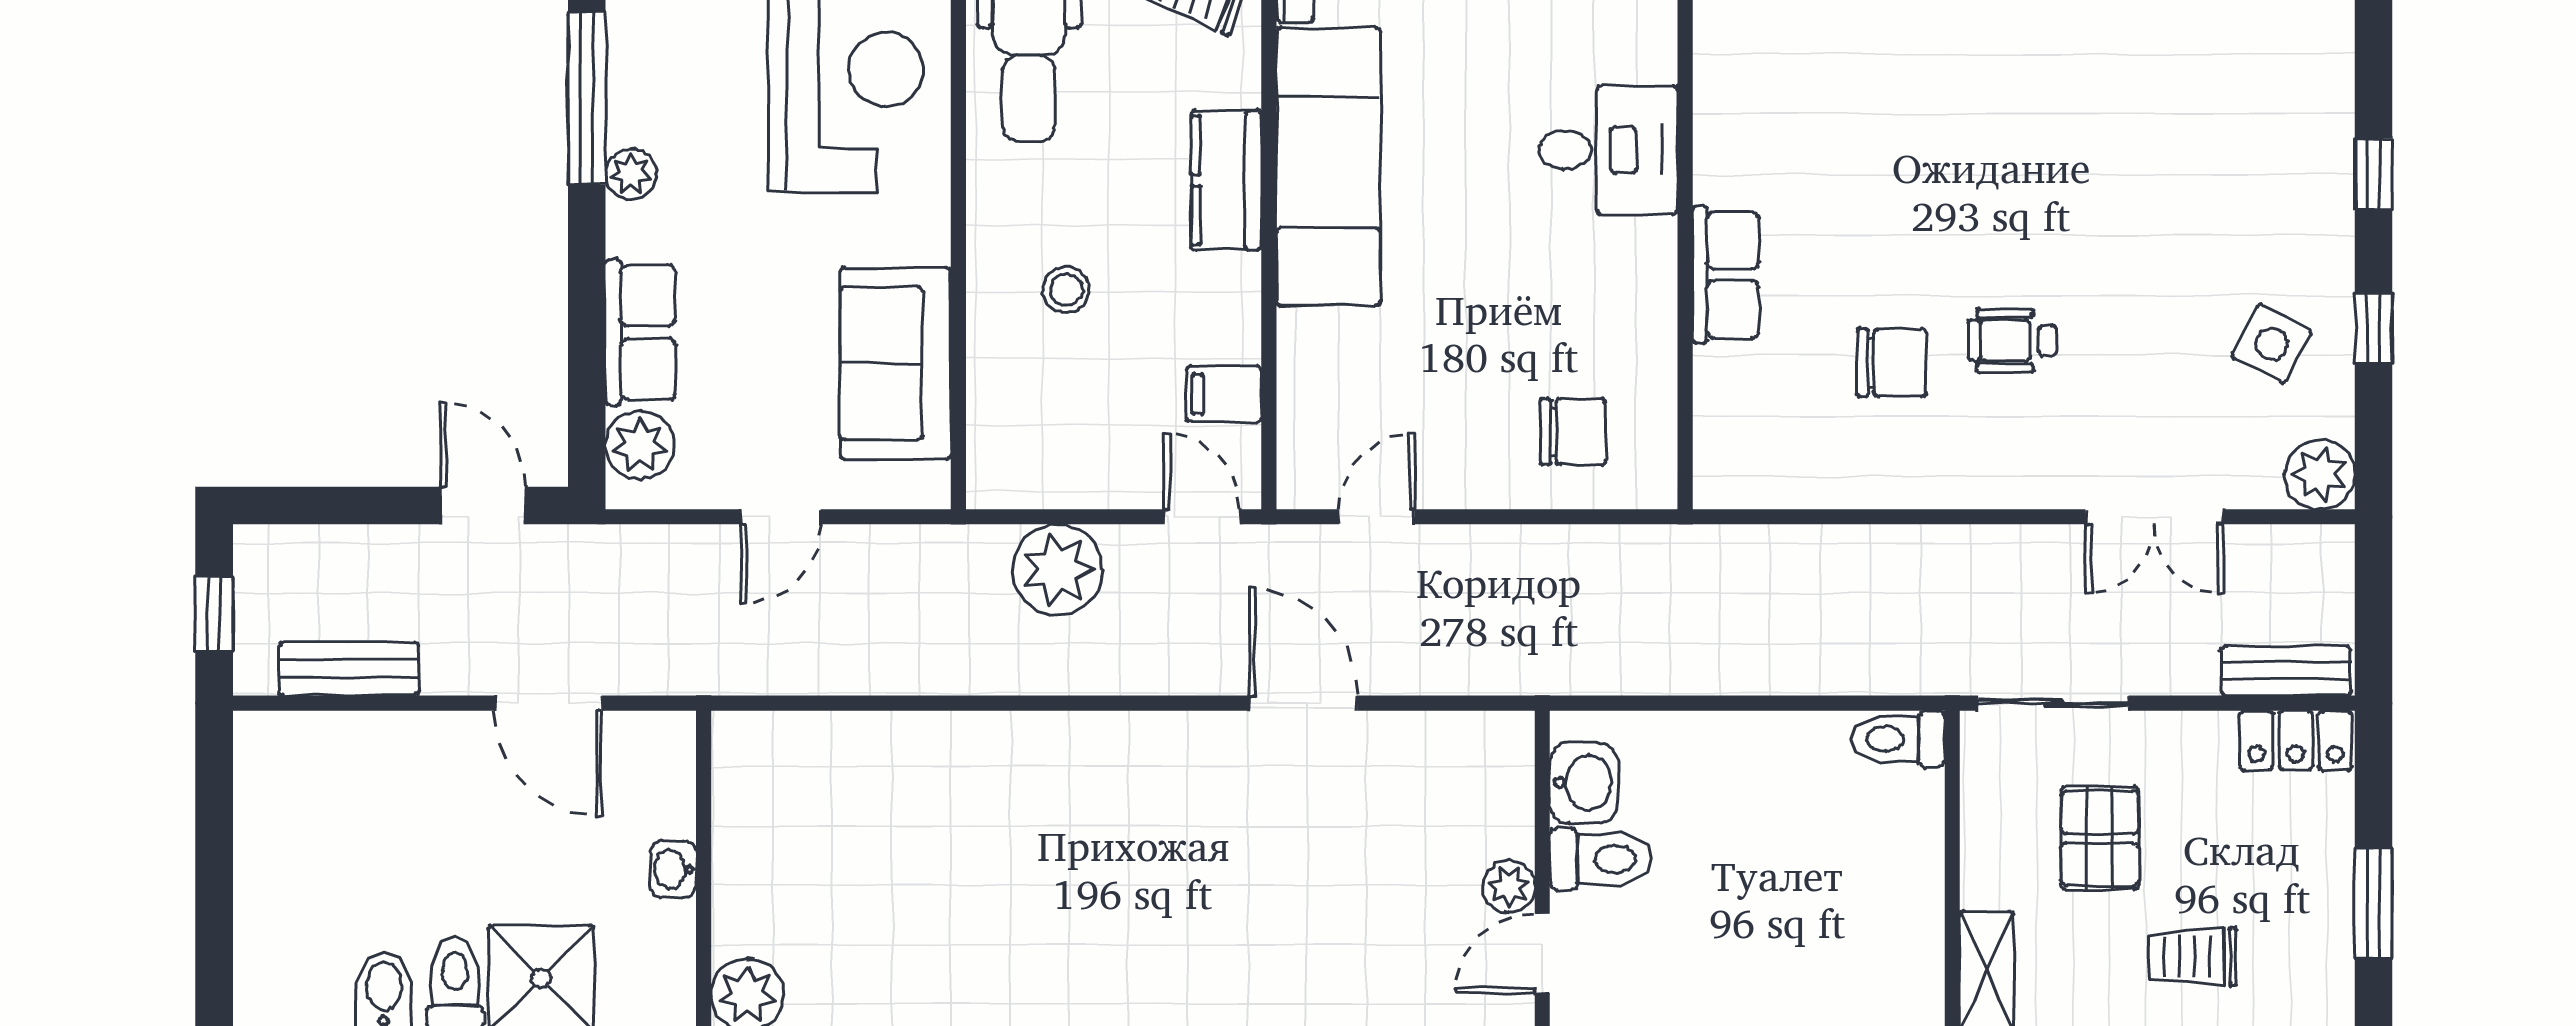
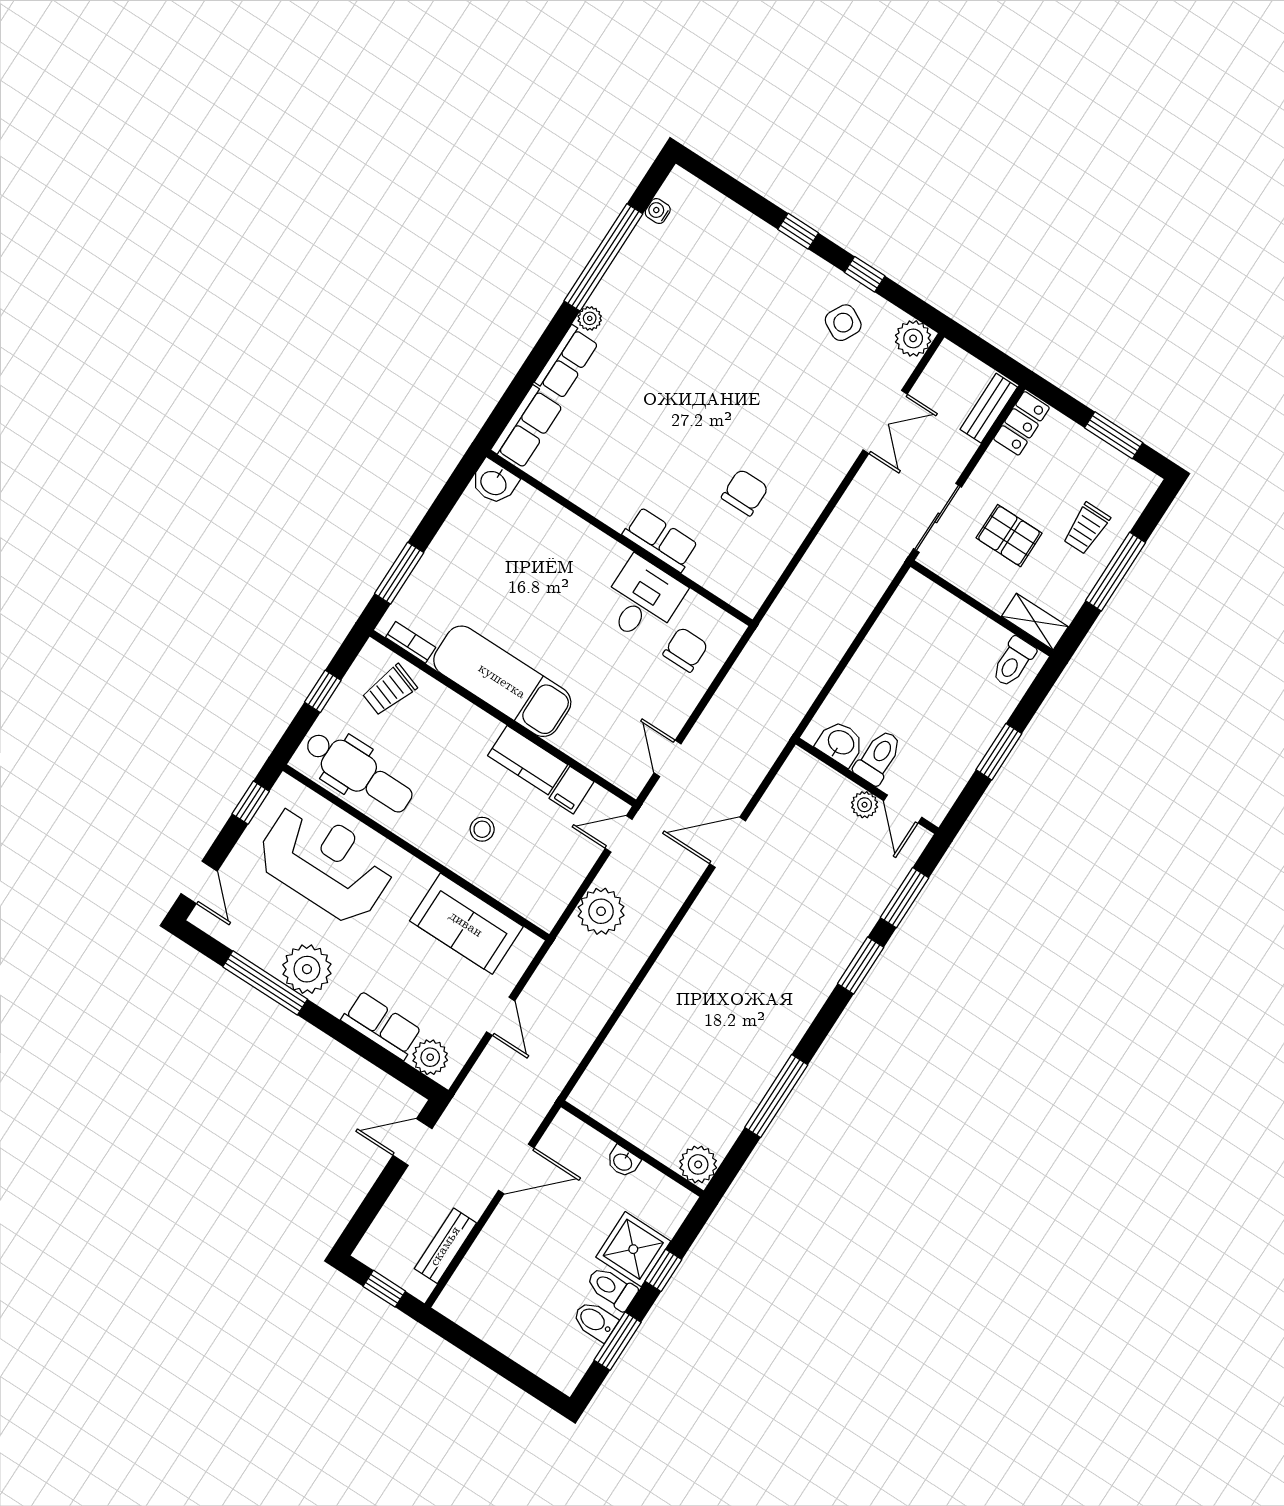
desk: (1608, 150) -> (642, 600), moved
plant: (631, 174) -> (307, 969), width x1.88, depth x1.88
kitchen counter: (1226, 180) -> (528, 760), moved
wheelchair: (2012, 340) -> (769, 434), removed
toilet: (1898, 739) -> (1013, 662), moved

